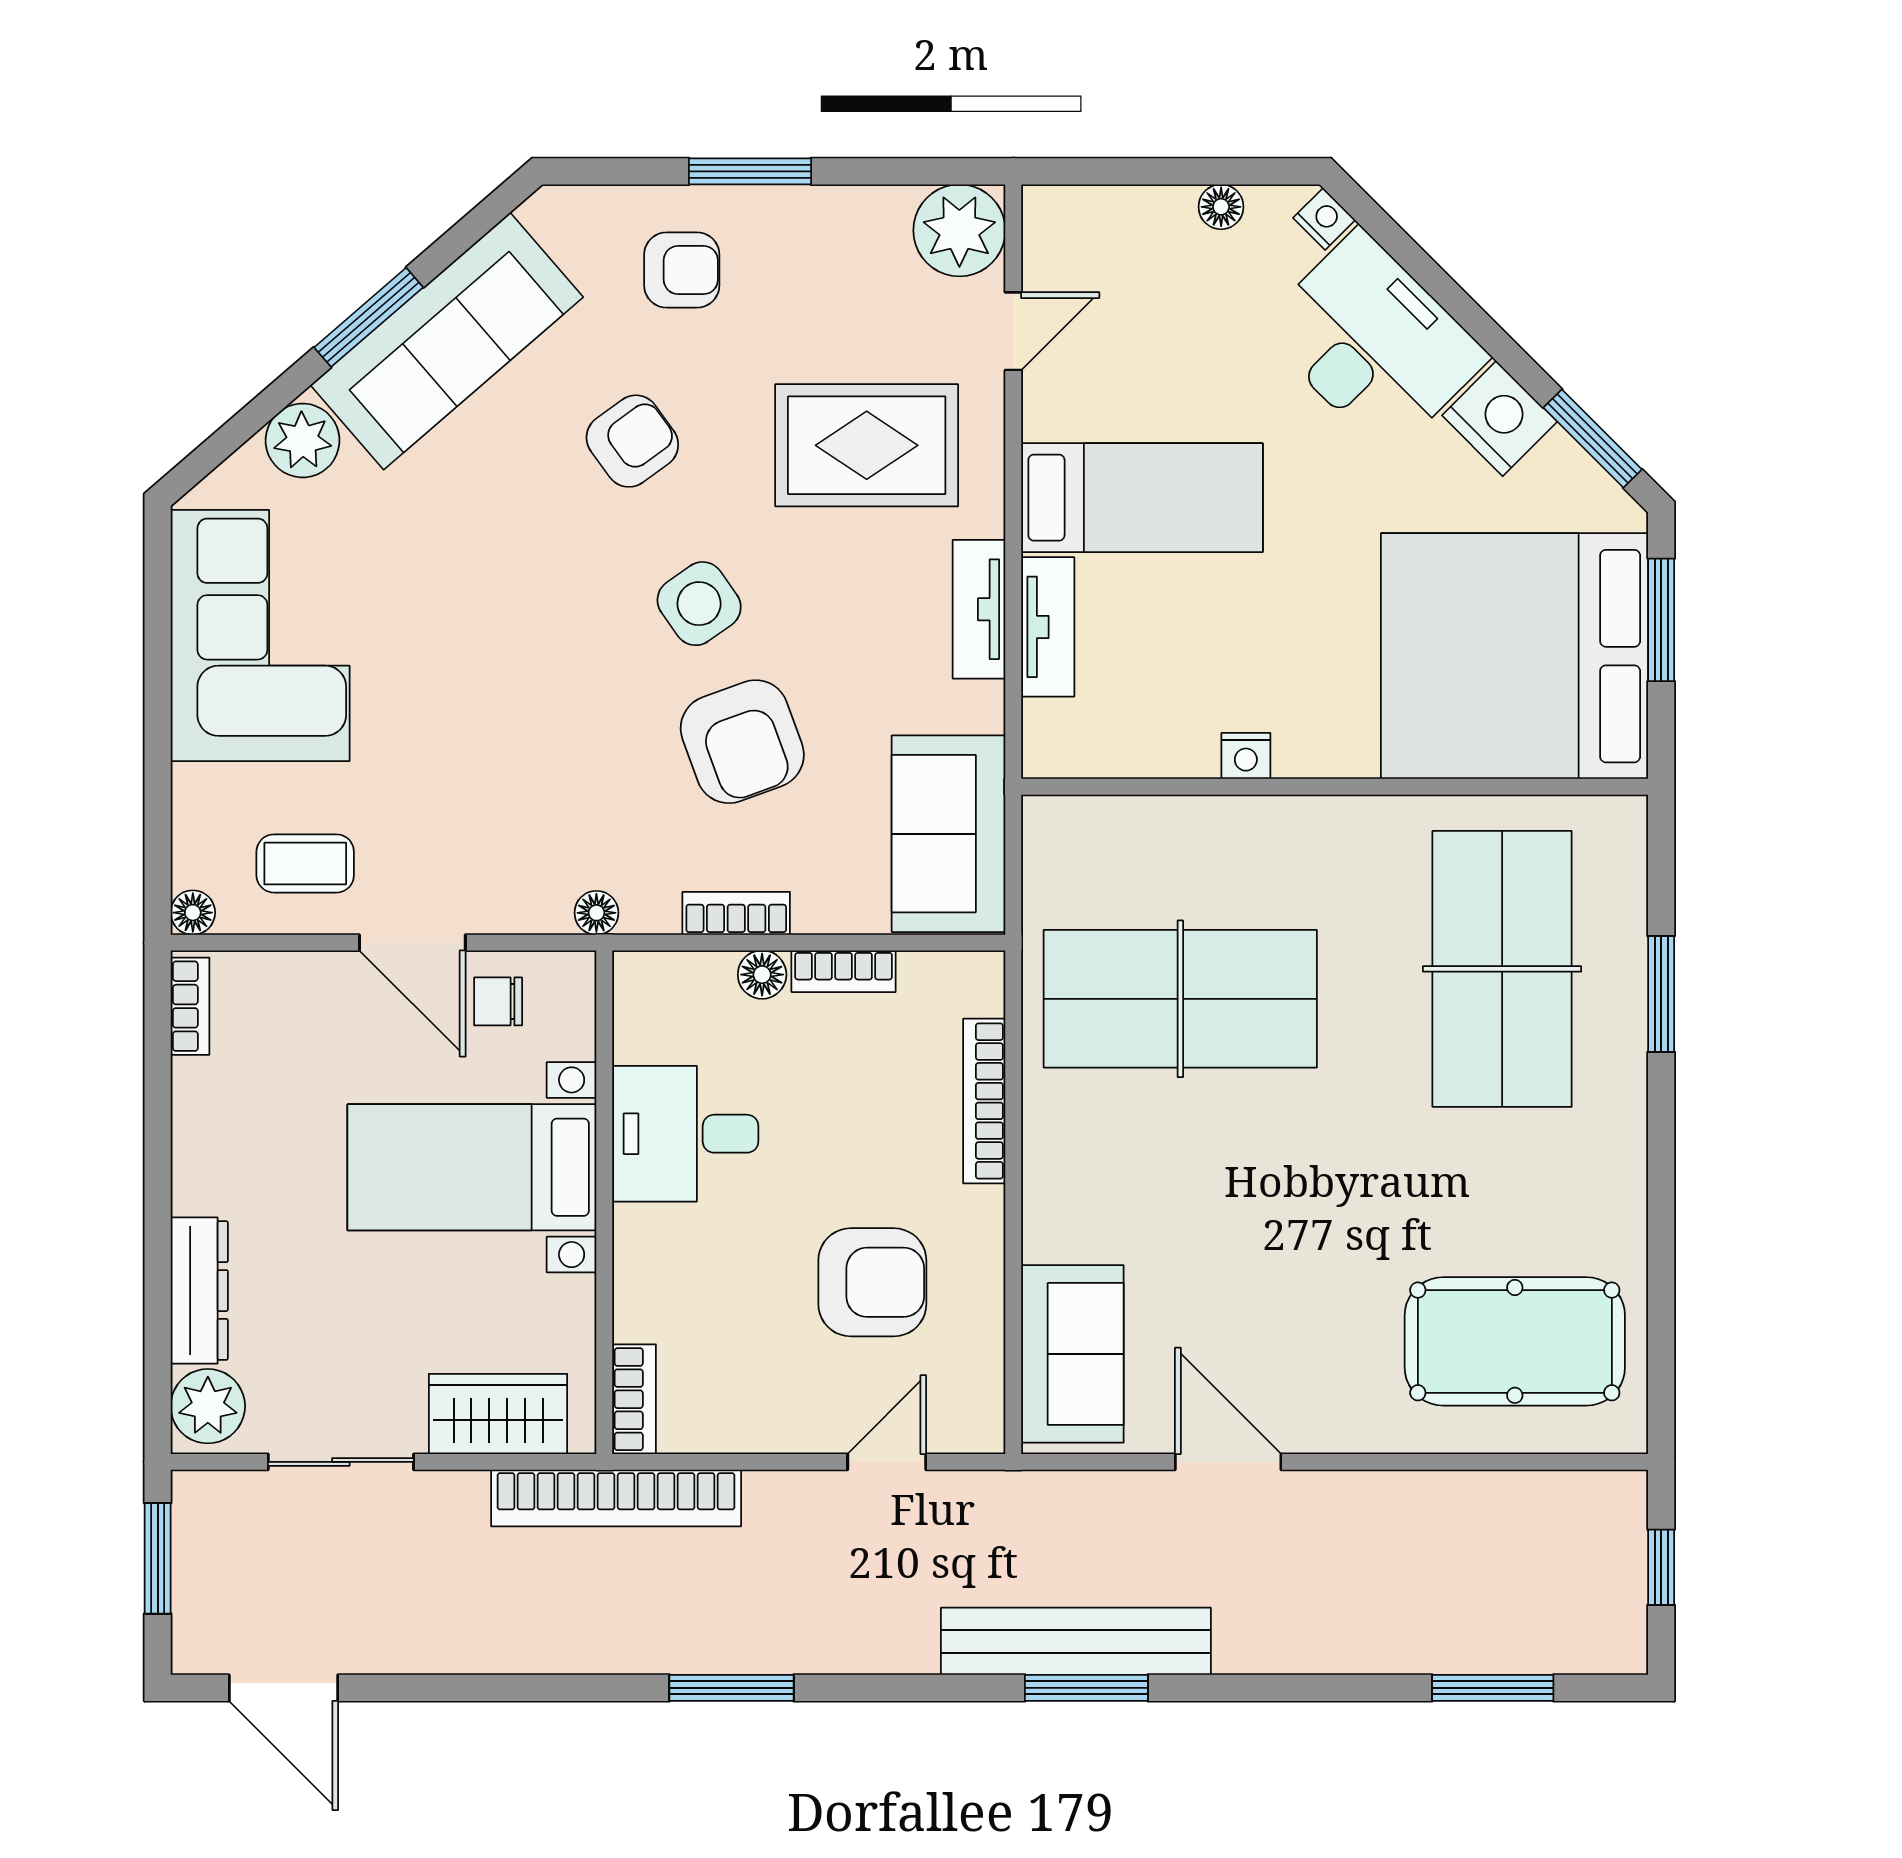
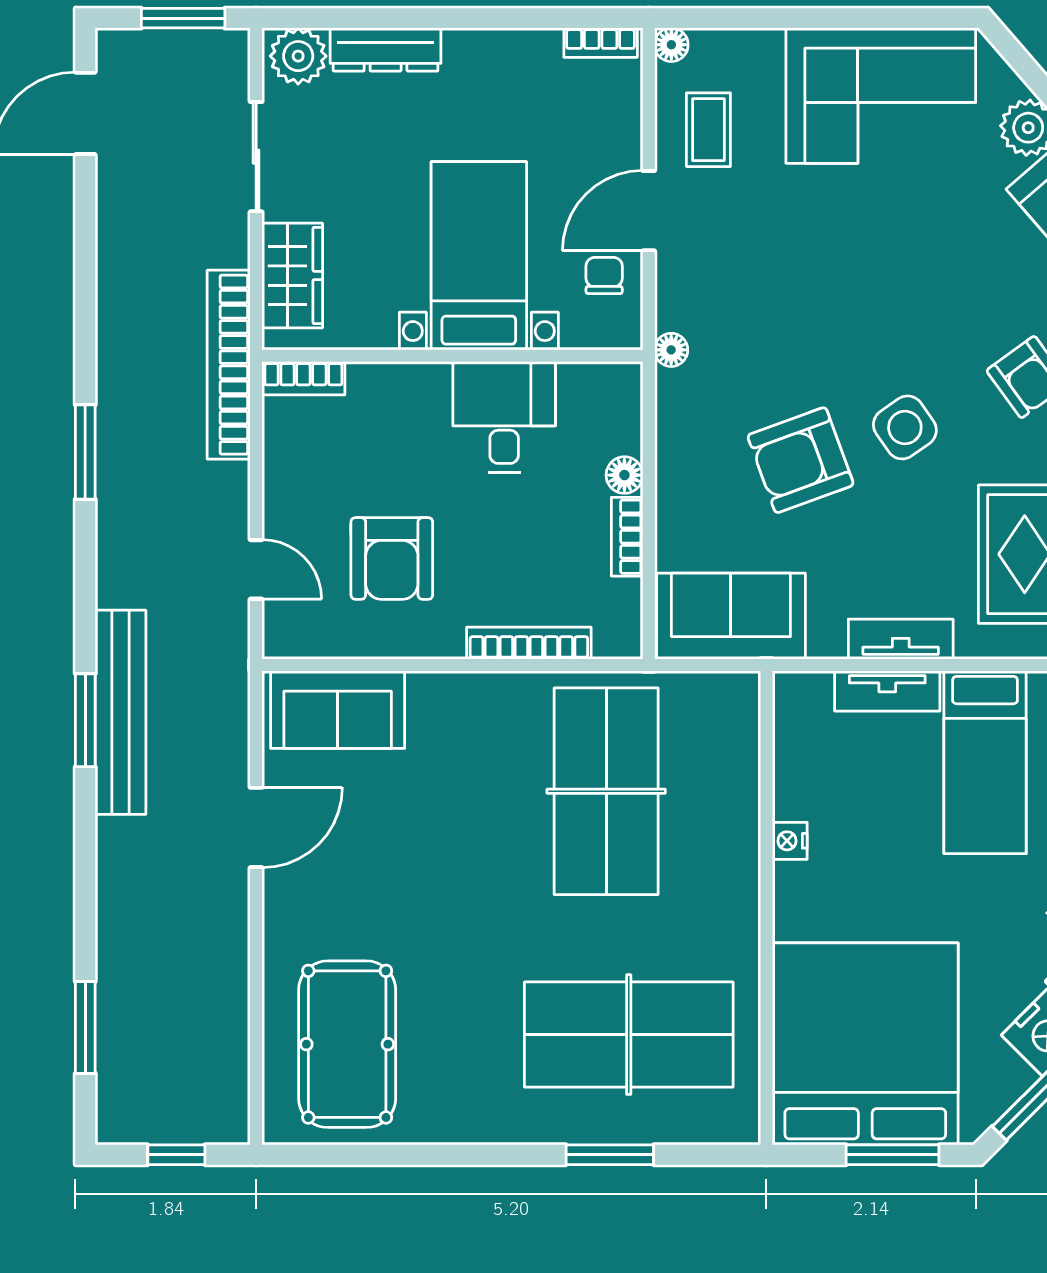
bookcase: (736, 913) -> (671, 456), removed

